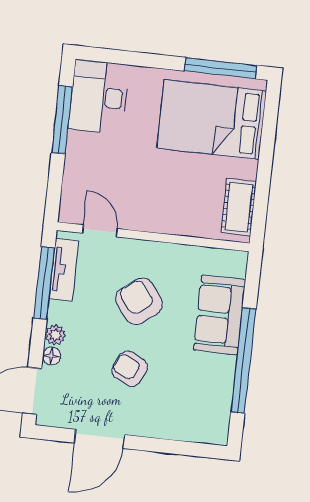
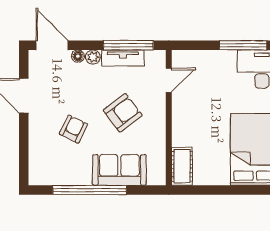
cot: (239, 207) -> (182, 166), moved, turned 90
tv unit: (64, 270) -> (123, 58), moved
armchair: (130, 369) -> (73, 129), moved

